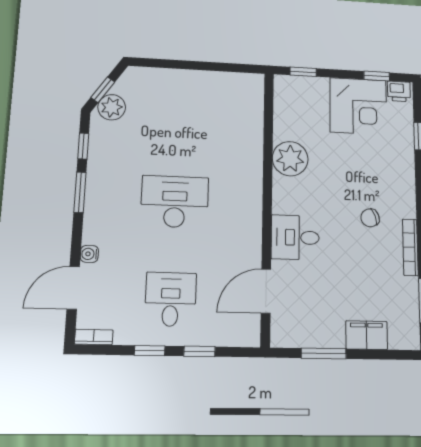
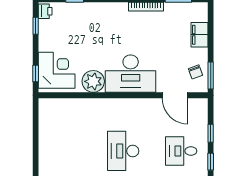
corner desk: (358, 106) -> (57, 70), moved
chair: (370, 218) -> (195, 72), moved
desk: (295, 237) -> (131, 74), width x1.87, depth x1.30
window: (324, 354) -> (211, 76), moved

